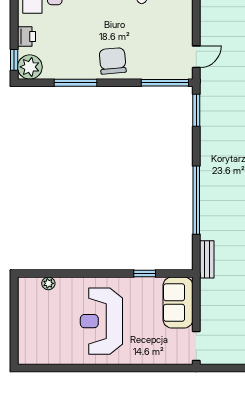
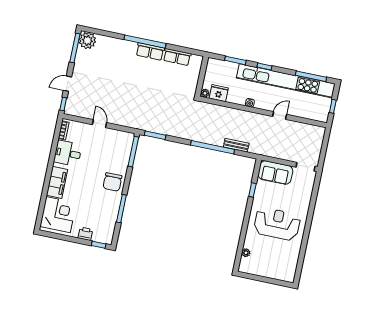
door: (196, 57) -> (99, 124), moved
chair: (113, 61) -> (112, 182), turned -85
plant: (30, 67) -> (105, 236), removed
bench: (207, 259) -> (236, 145), moved
reception desk: (101, 321) -> (277, 224), turned 180

